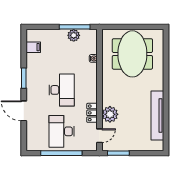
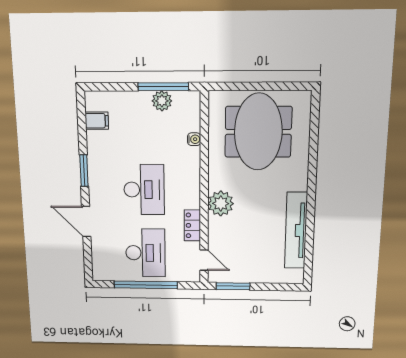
plant: (110, 114) -> (221, 203), moved
desk: (62, 131) -> (145, 253), turned 180
door: (99, 136) -> (204, 260), hinge flipped

